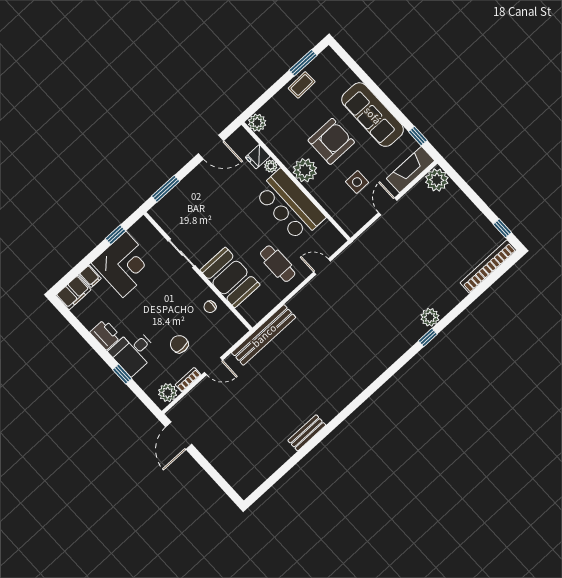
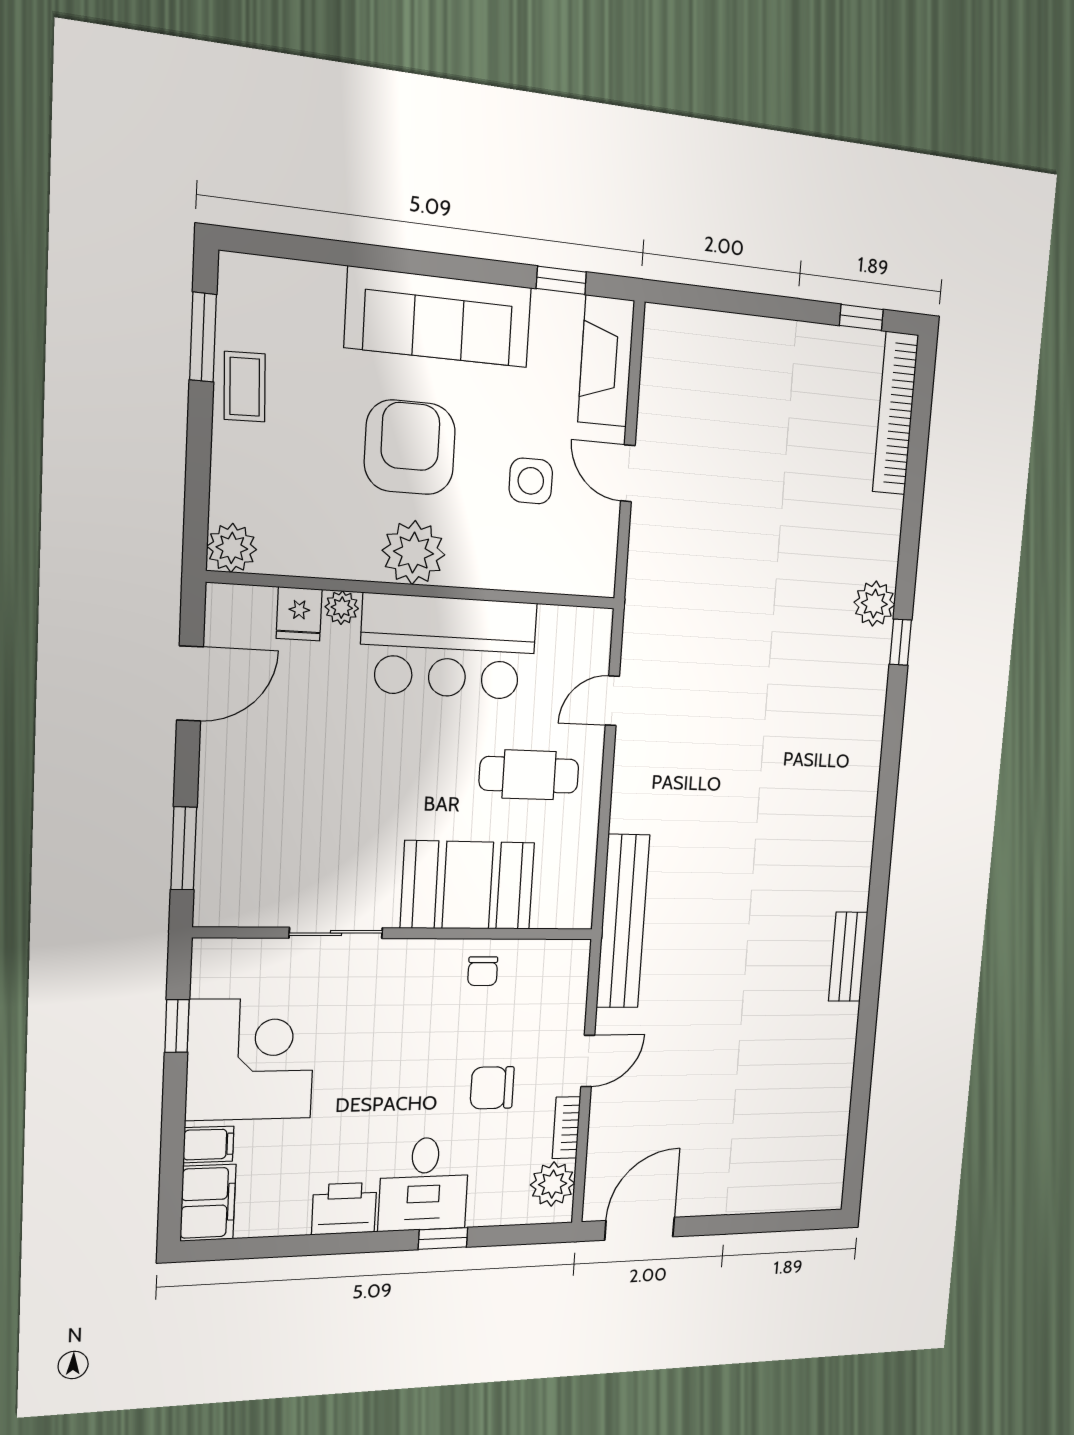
plant: (437, 180) -> (671, 336), removed
bench: (307, 433) -> (848, 957), moved
door: (179, 436) -> (640, 1229), swing flipped

